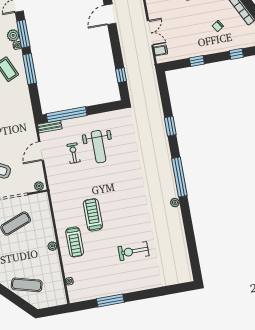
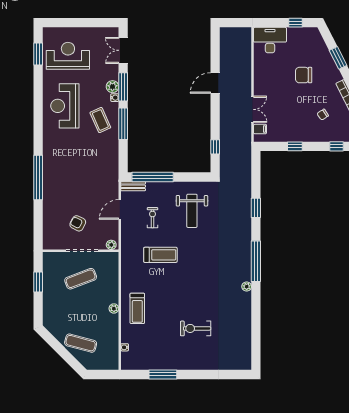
weight bench: (99, 147) -> (192, 211), moved
treadmill: (93, 215) -> (160, 255), moved, turned 90

